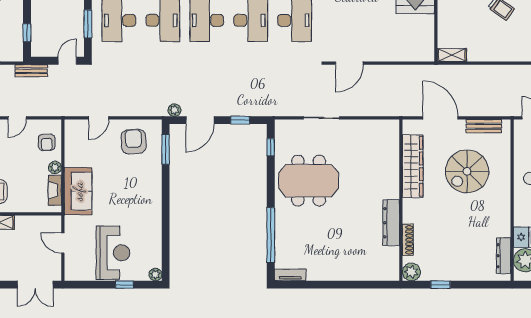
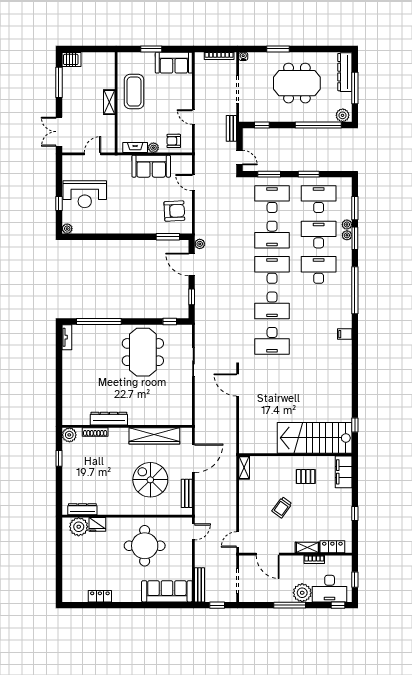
sofa: (78, 191) -> (151, 166), moved

